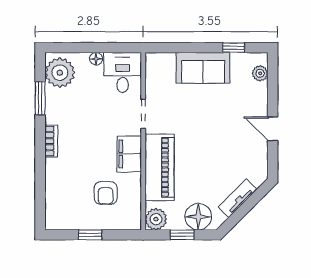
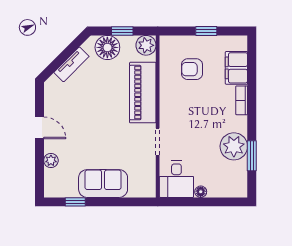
plant: (60, 73) -> (234, 146), moved
plant: (260, 73) -> (51, 160), moved
bookcase: (51, 141) -> (242, 100), moved
filing cabinet: (129, 154) -> (236, 68), moved, turned 180
armchair: (106, 193) -> (192, 69), turned -90

